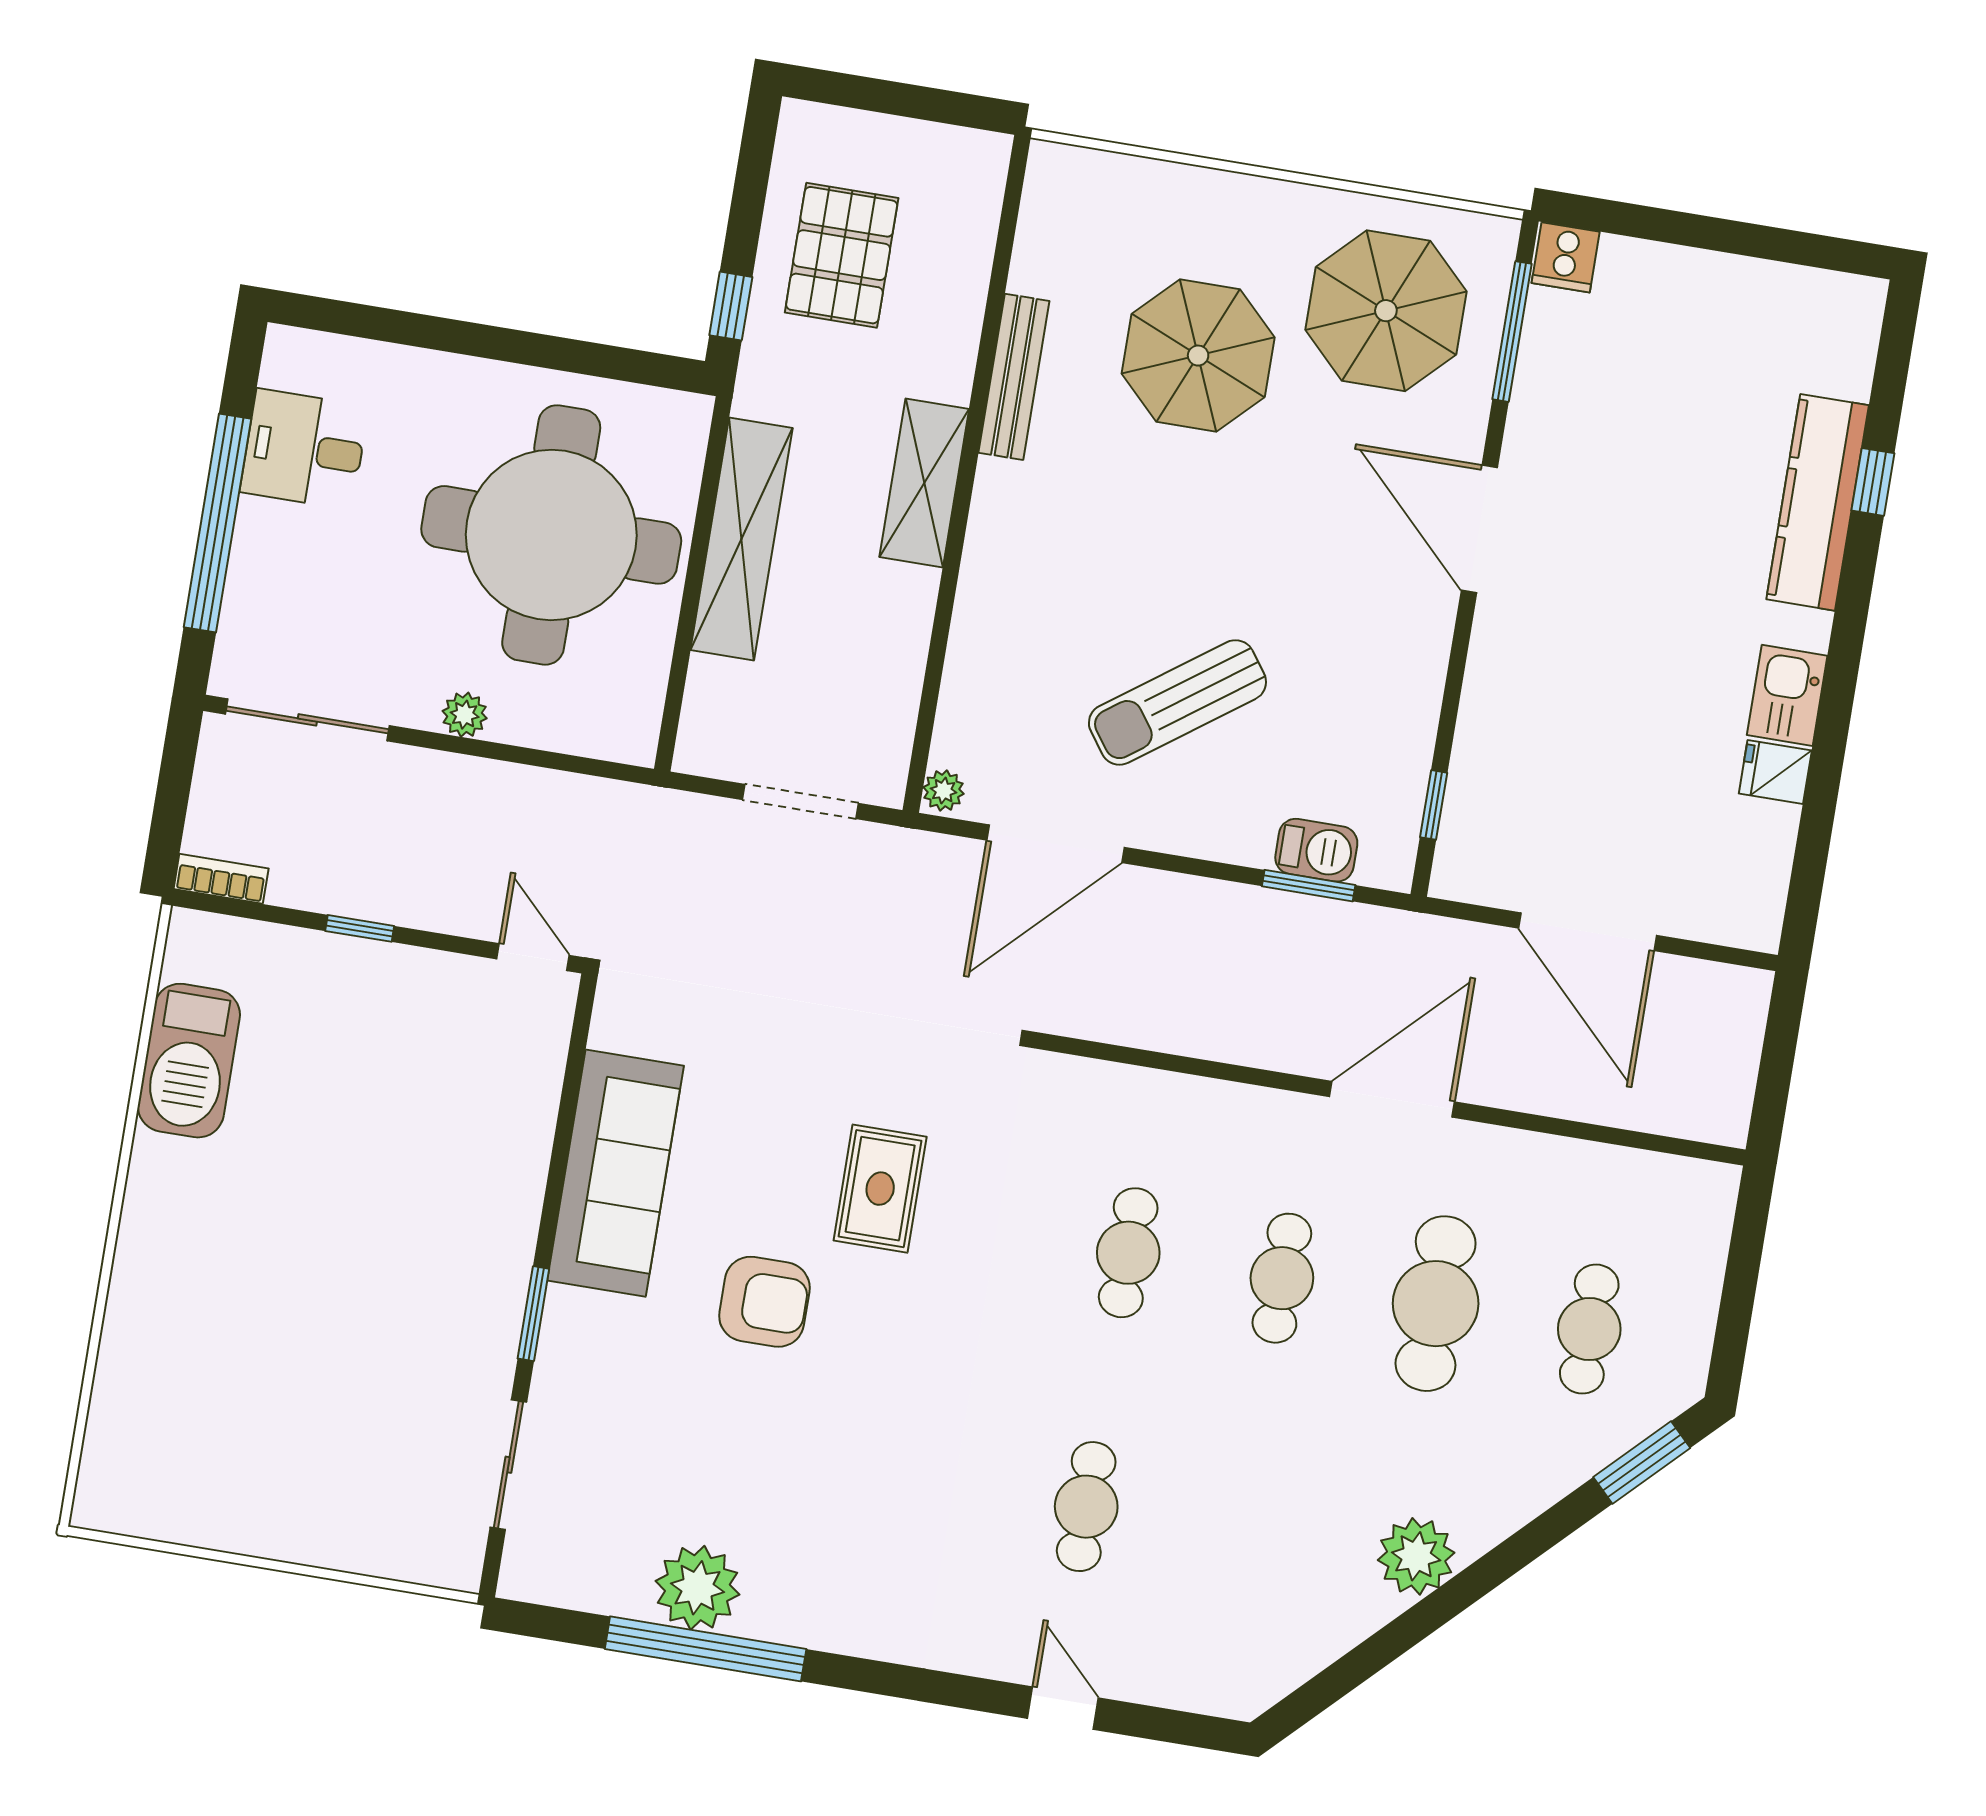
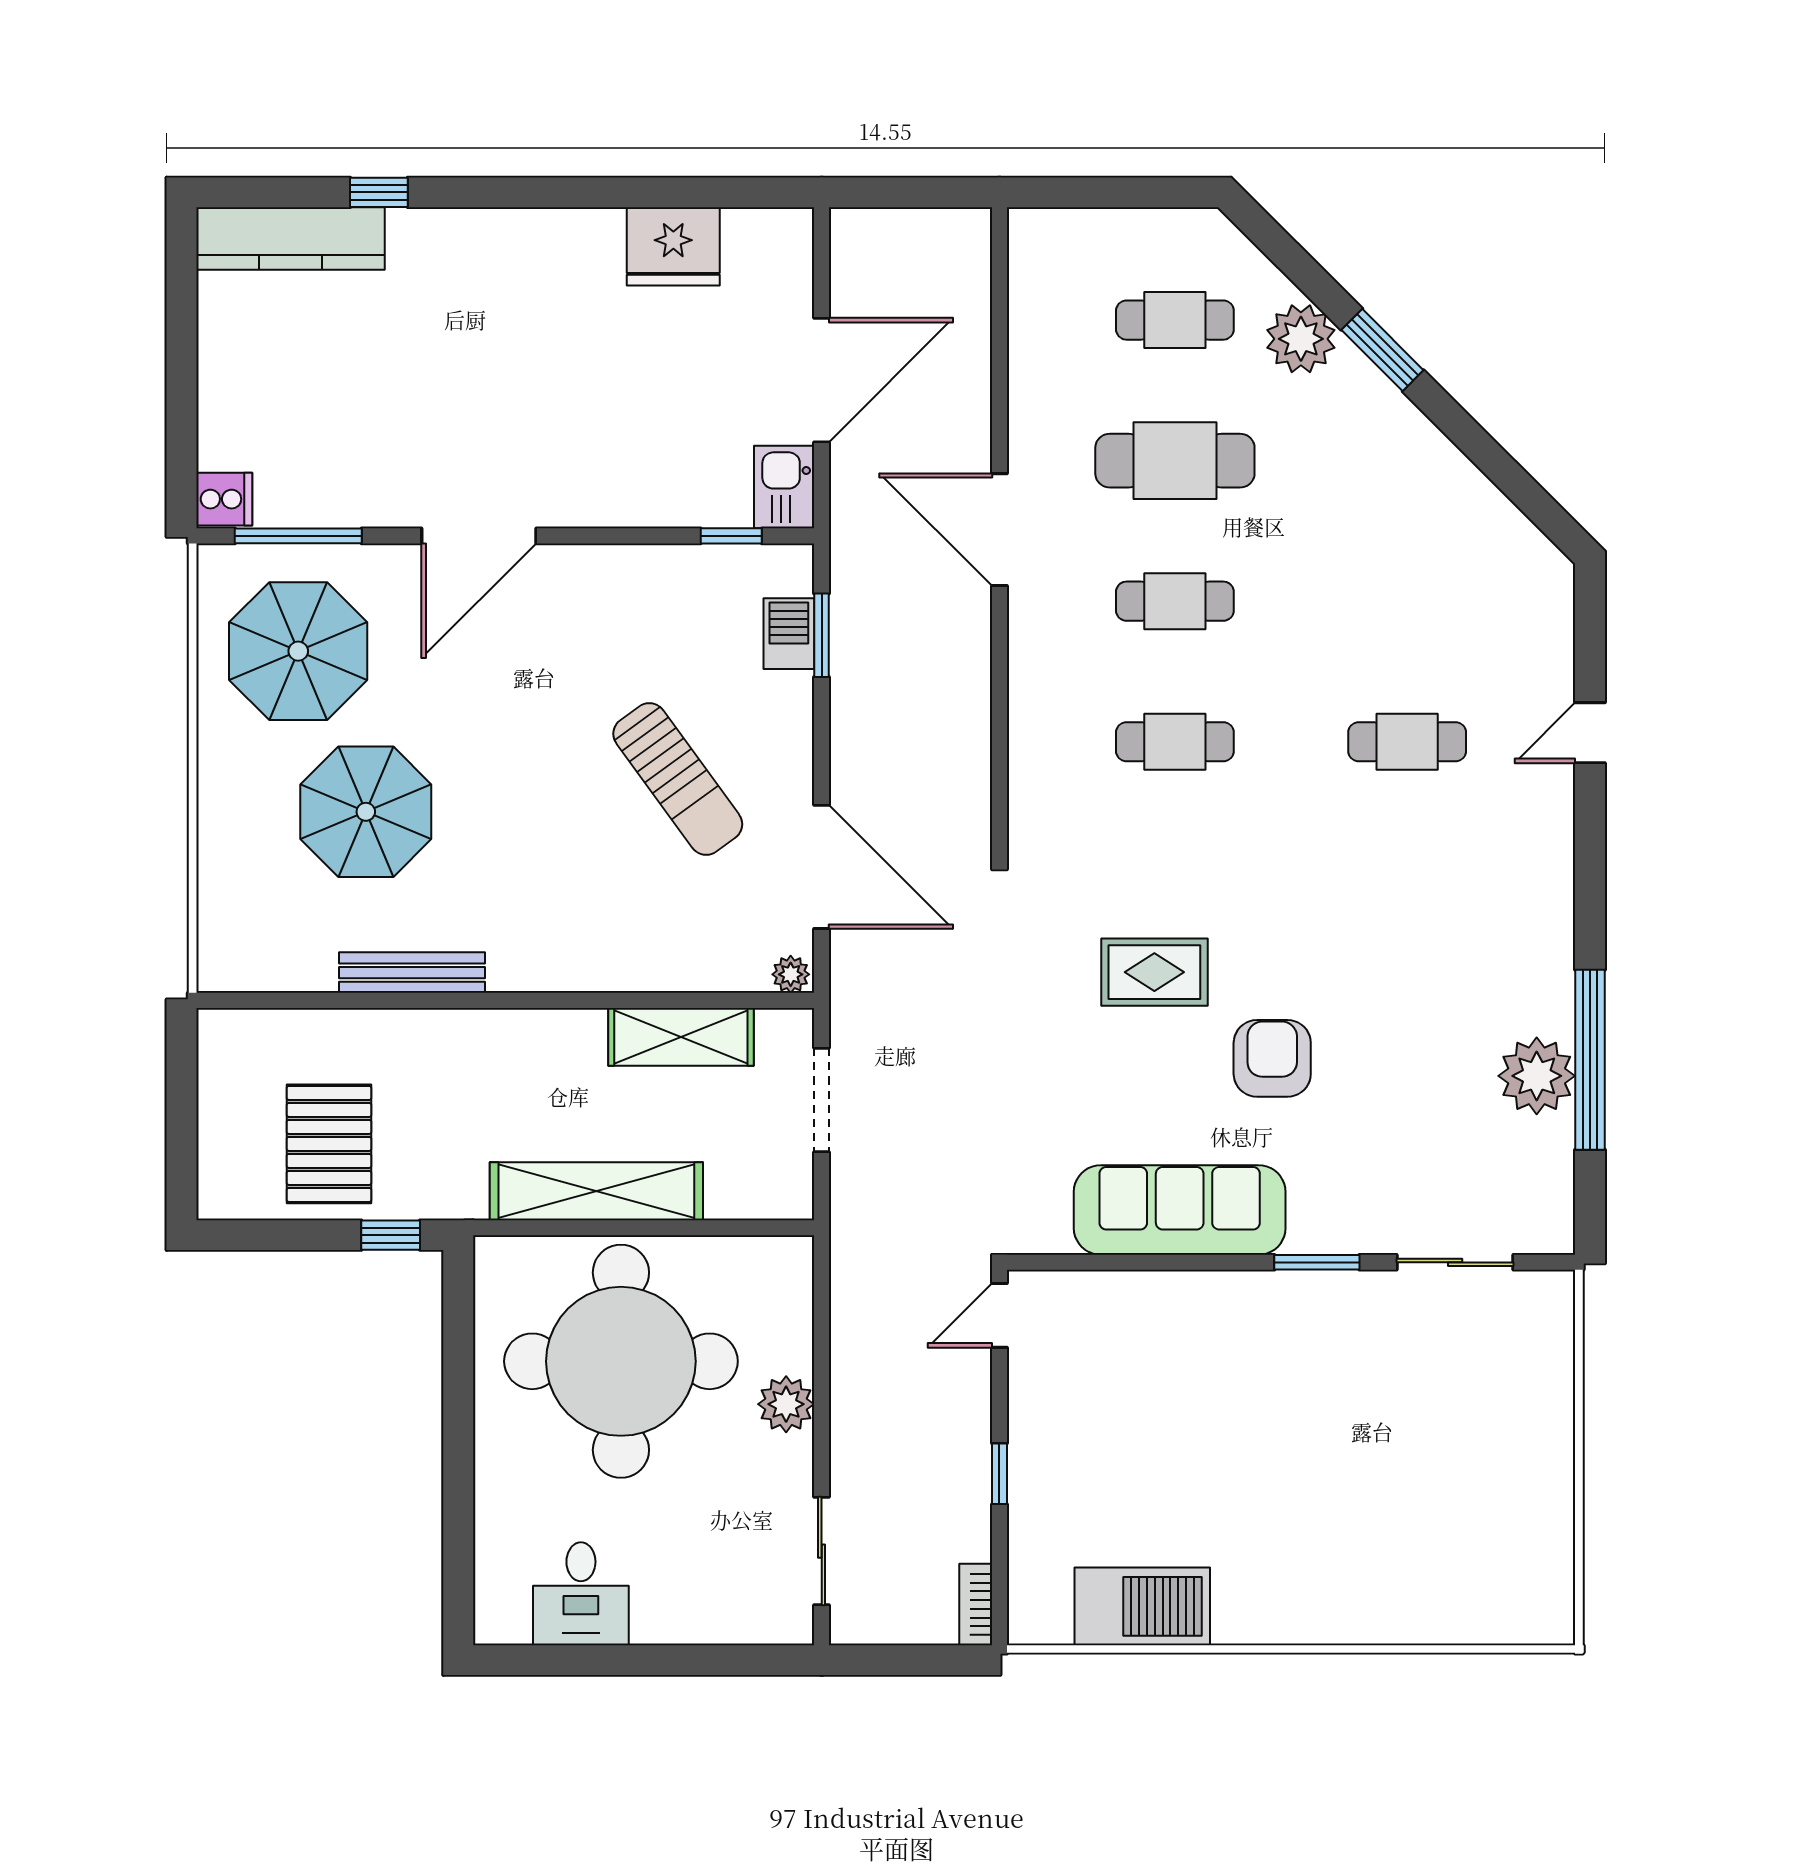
pallet: (842, 255) -> (329, 1144), turned 90
shelving: (924, 483) -> (681, 1037), moved
kitchen counter: (1818, 502) -> (290, 239), moved
window: (217, 523) -> (659, 1660), removed
kitchen sink: (1787, 695) -> (784, 487), moved, turned 90
plant: (465, 715) -> (786, 1404), width x1.38, depth x1.38
sliding door: (307, 720) -> (822, 1551), width x0.73
fridge: (1775, 772) -> (673, 246), width x1.88, depth x1.34
window: (1642, 1462) -> (1382, 350), moved
plant: (1416, 1556) -> (1301, 339), moved

